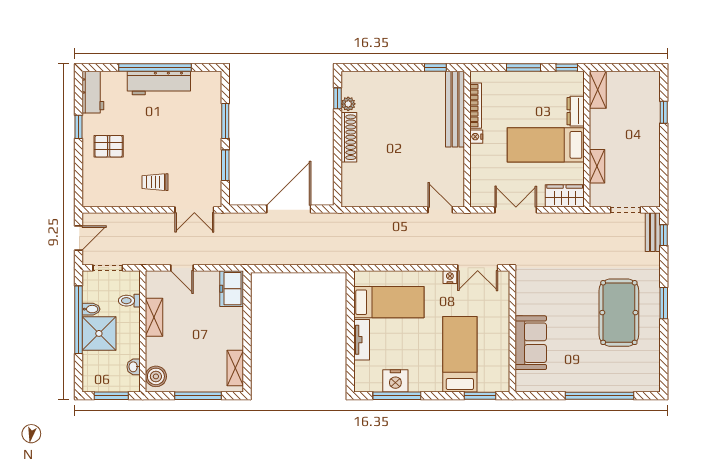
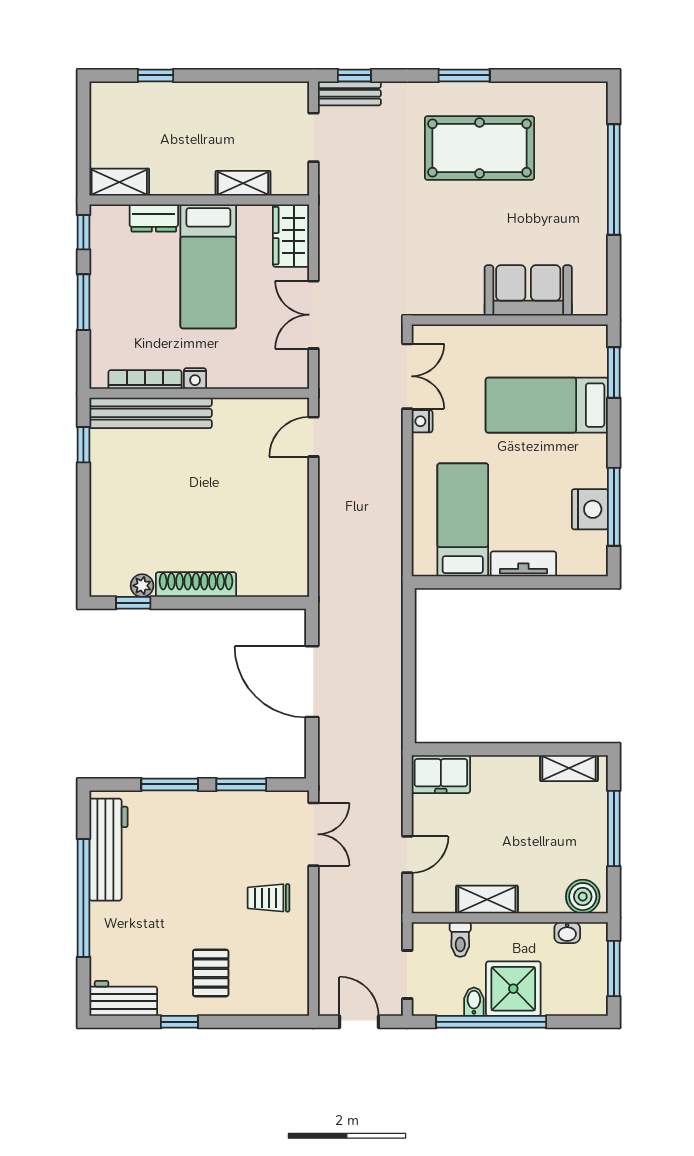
workbench: (159, 83) -> (108, 850), moved
trolley: (155, 182) -> (268, 898), turned 90

